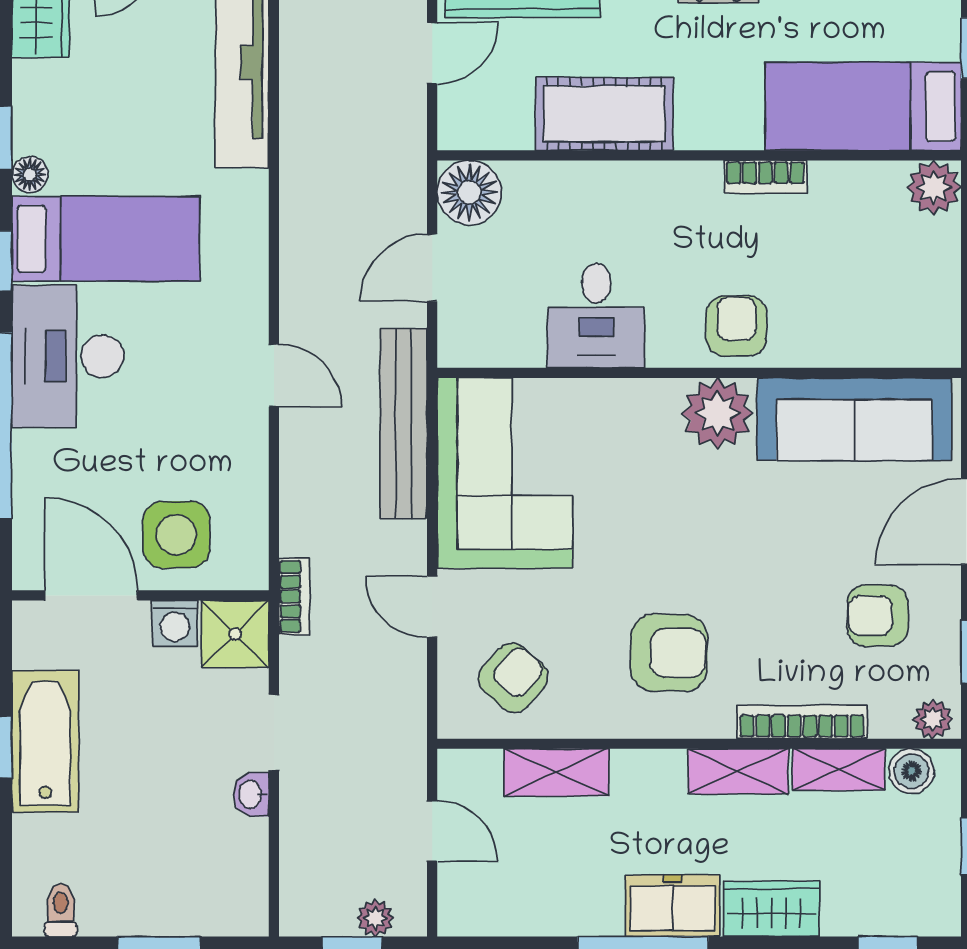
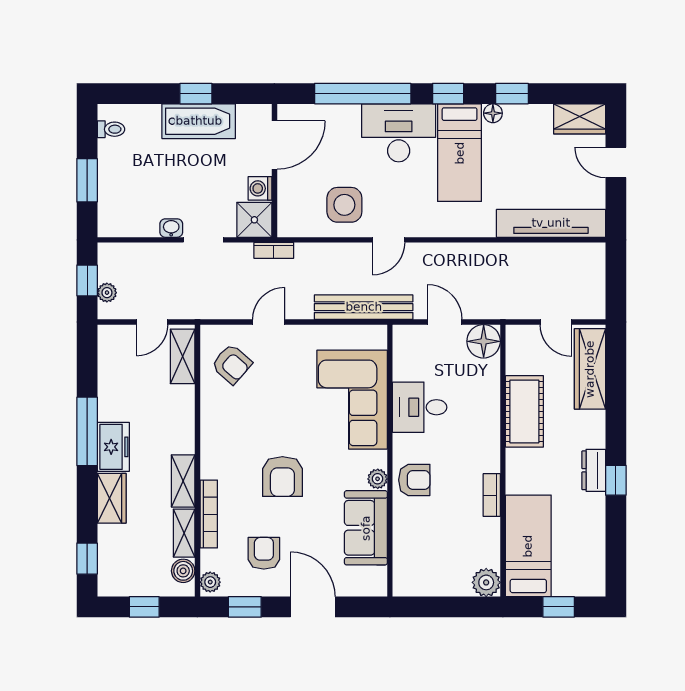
plant: (717, 413) -> (378, 479), width x0.53, depth x0.53
sofa: (854, 419) -> (366, 528), width x0.73
corner sofa: (505, 473) -> (352, 400), moved, turned 90
side table: (176, 535) -> (344, 205), moved
armchair: (669, 653) -> (282, 477), moved
shelving: (556, 772) -> (183, 356), moved

